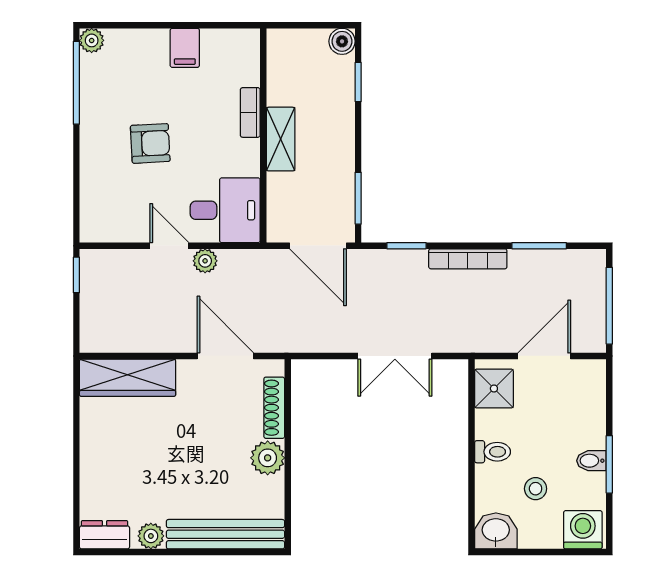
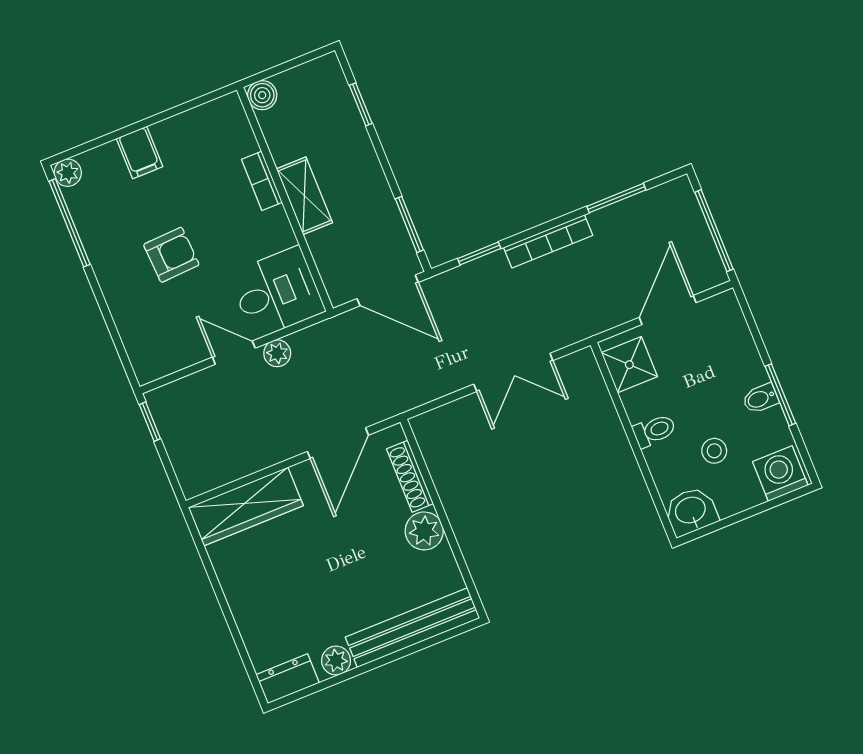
boiler: (342, 41) -> (262, 95), moved
filing cabinet: (185, 48) -> (140, 153), moved
door: (225, 356) -> (338, 443), swing flipped

